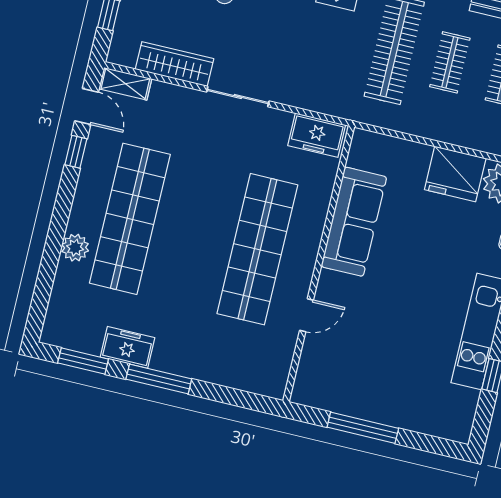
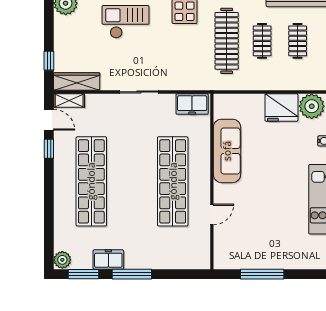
wardrobe: (174, 64) -> (77, 81), moved
plant: (75, 248) -> (62, 260), moved

